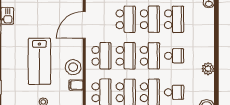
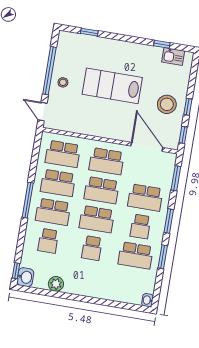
school desk: (150, 19) -> (141, 226), width x0.54
stool: (73, 67) -> (167, 104), moved
plant: (208, 69) -> (56, 284), moved
filing cabinet: (76, 85) -> (77, 125), removed

